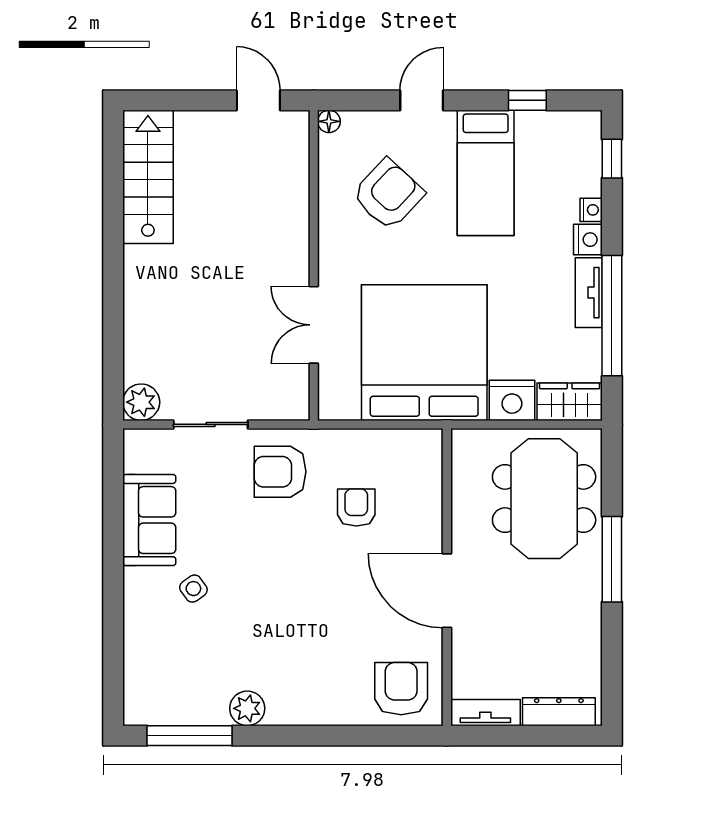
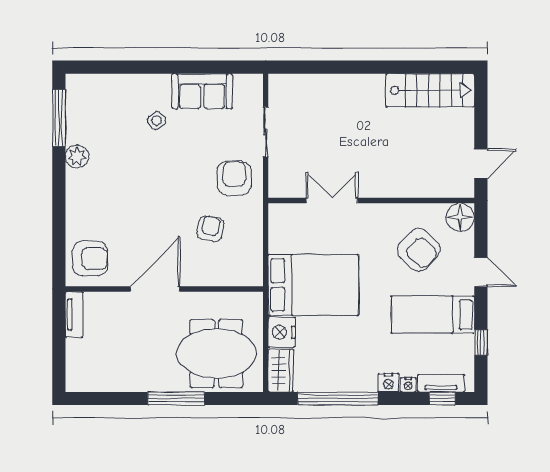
floor lamp: (329, 121) -> (460, 217), width x1.89, depth x1.89
tv unit: (589, 293) -> (441, 383), moved
bed: (424, 353) -> (313, 285), width x0.73
plant: (141, 402) -> (280, 86), removed
armchair: (356, 507) -> (210, 229), turned -77
dresser: (559, 712) -> (75, 363), removed

